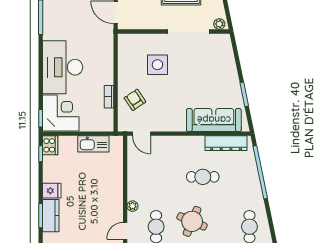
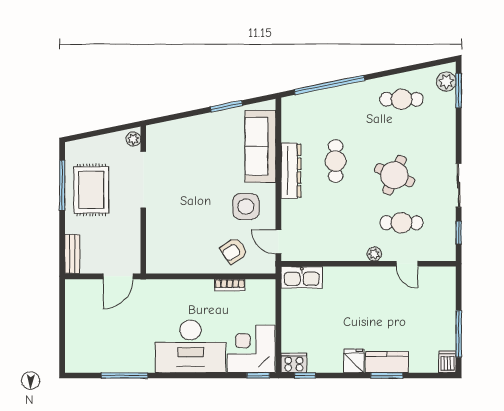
side table: (157, 65) -> (246, 207), moved
door: (142, 134) -> (278, 242), swing flipped
dresser: (226, 143) -> (291, 171), moved
kitchen sink: (93, 144) -> (302, 277), moved, turned 90

